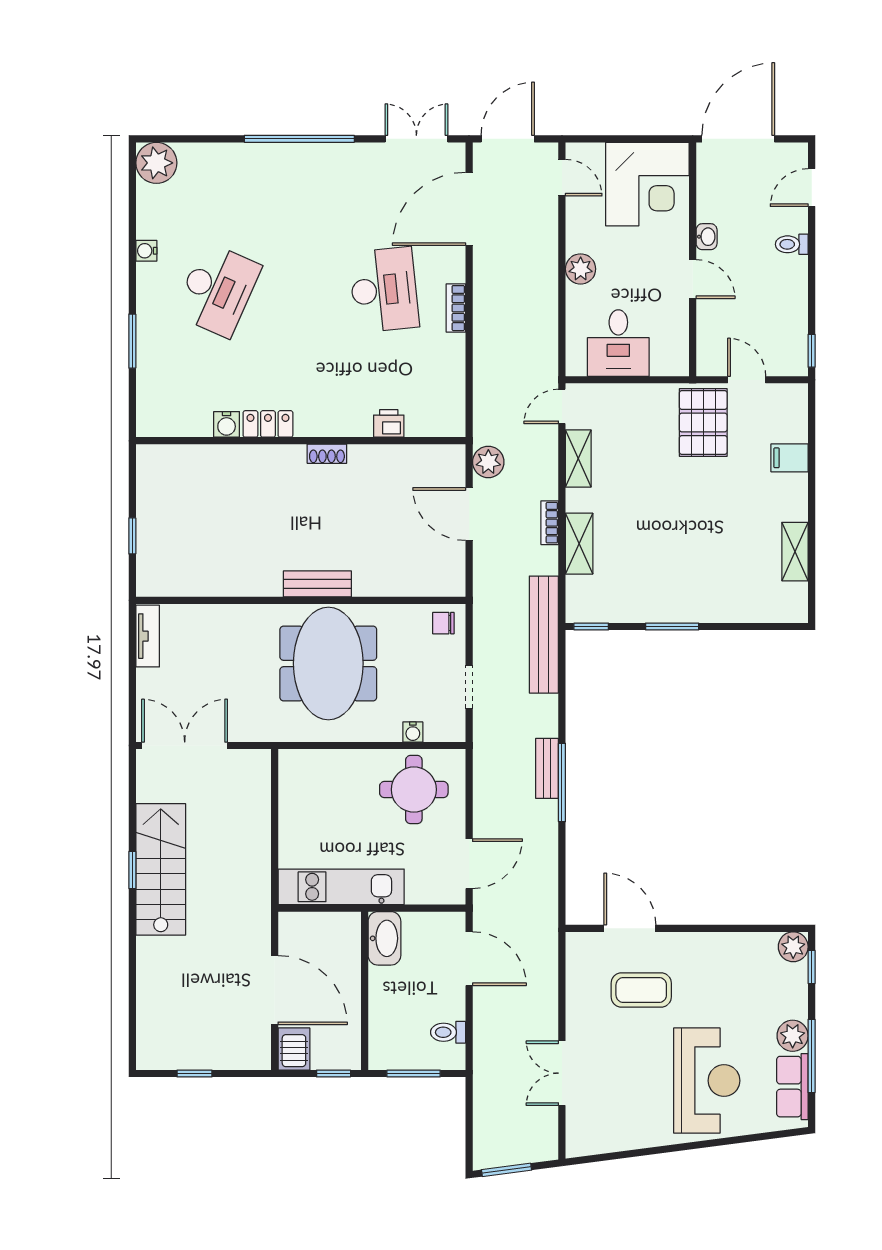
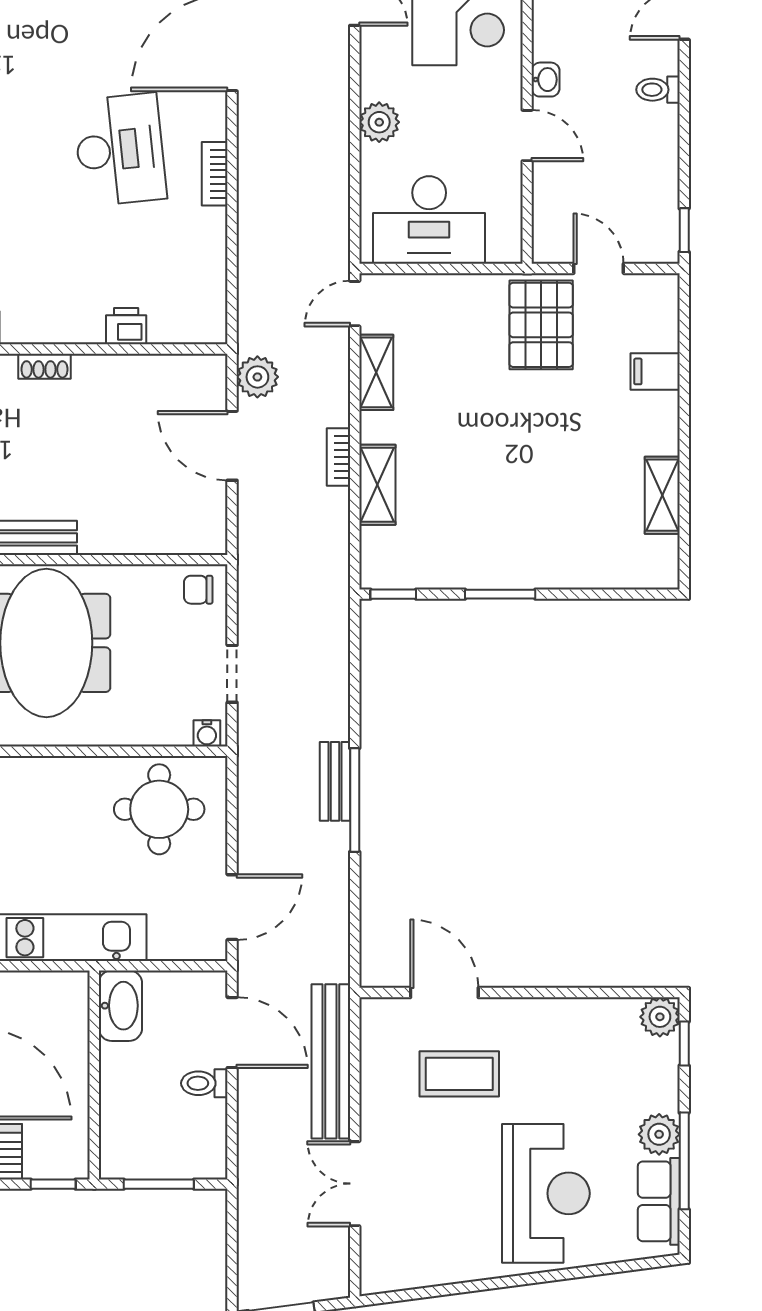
desk: (618, 343) -> (429, 220), width x1.37
bench: (544, 635) -> (331, 1061), moved
water cooler: (413, 732) -> (207, 733), moved
toilet: (448, 1032) -> (204, 1083), moved

